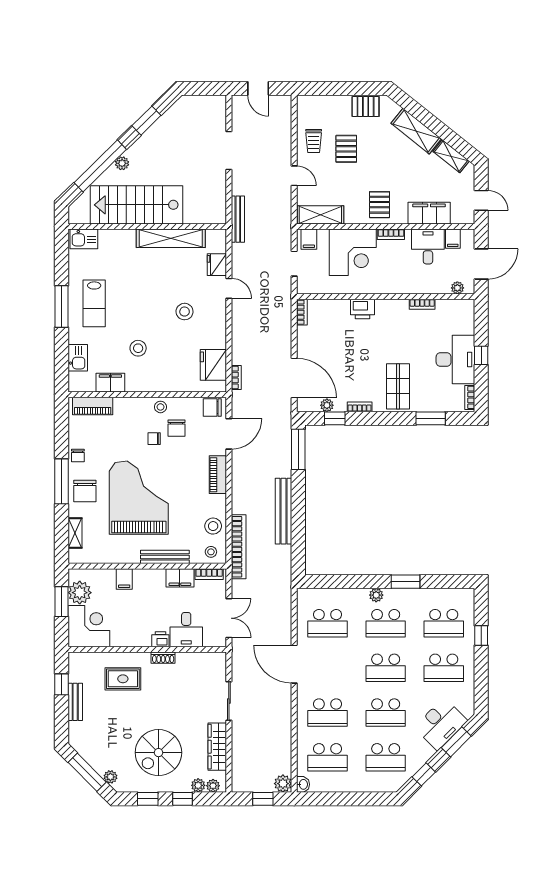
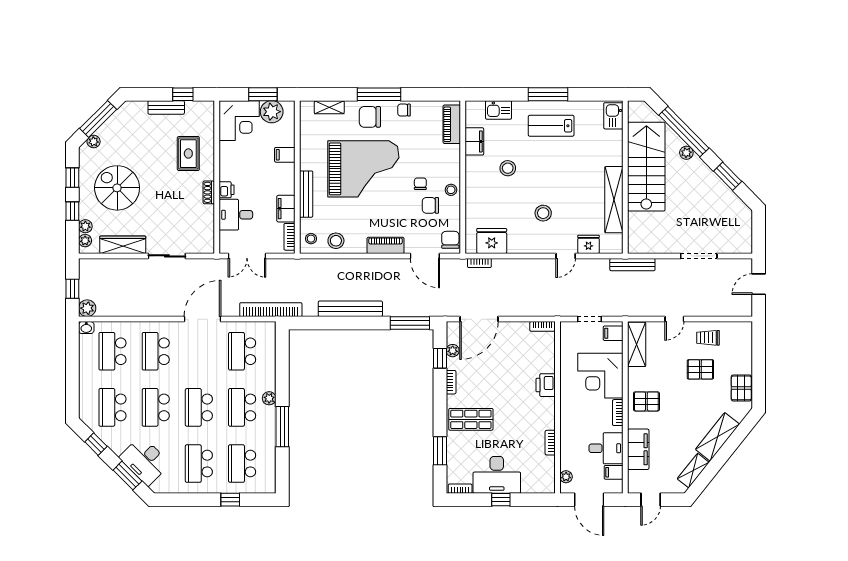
bookcase: (239, 547) -> (271, 310), moved, turned 180
window: (406, 582) -> (282, 427), width x1.44

